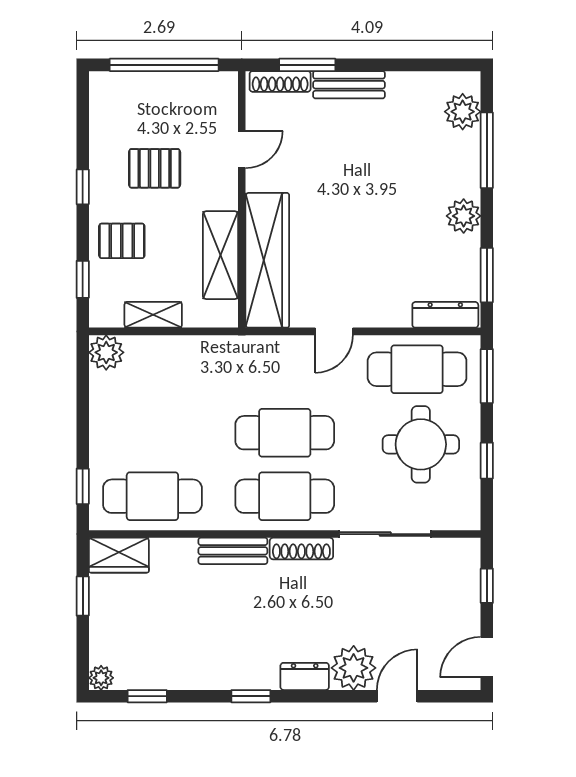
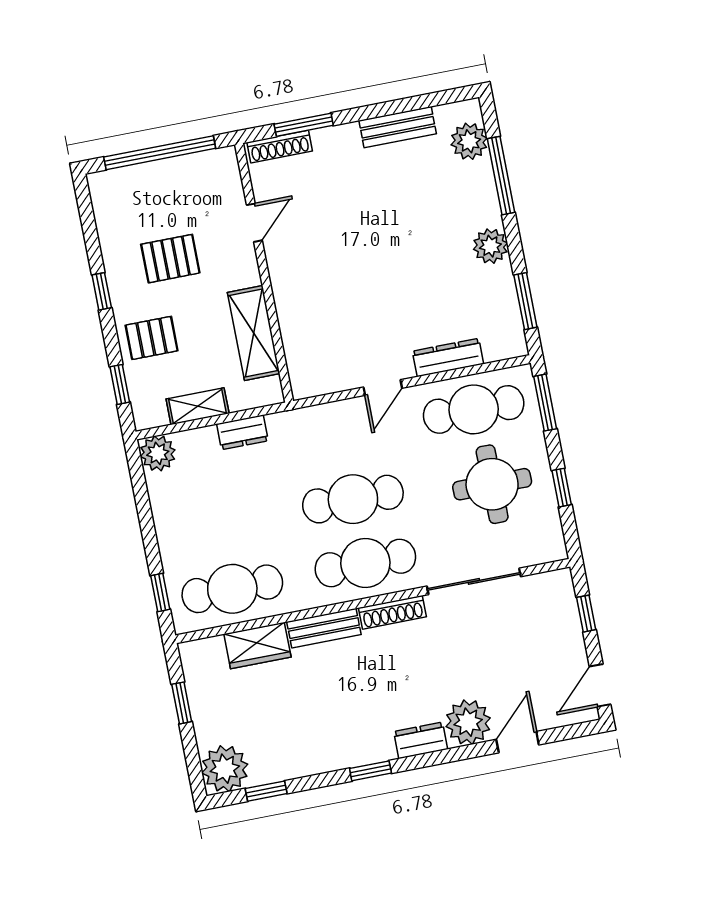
bench: (349, 85) -> (398, 127), moved
wardrobe: (267, 260) -> (302, 329), removed
dresser: (445, 315) -> (448, 358), moved
dresser: (191, 348) -> (242, 432), added
wardrobe: (119, 555) -> (257, 645), moved
plant: (101, 678) -> (225, 769), width x1.87, depth x1.87

